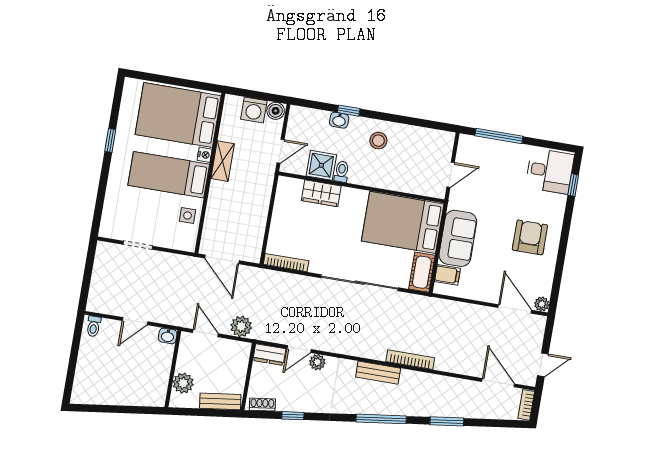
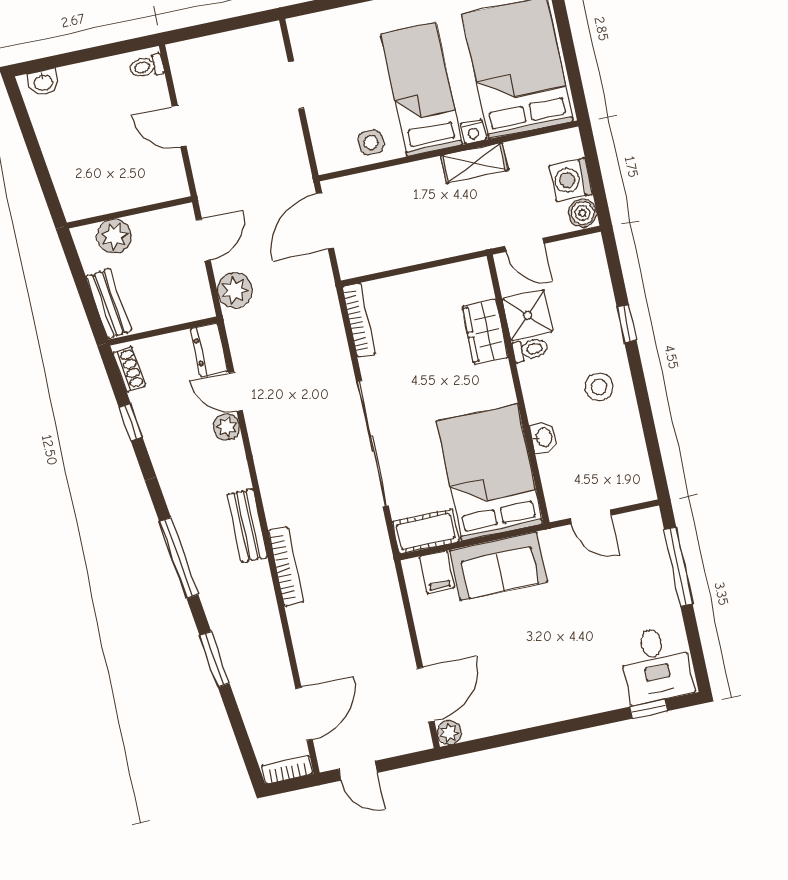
washbasin: (339, 120) -> (544, 437), moved, turned 180
armchair: (530, 237) -> (543, 675), removed
washbasin: (168, 336) -> (43, 82), moved, turned -90

